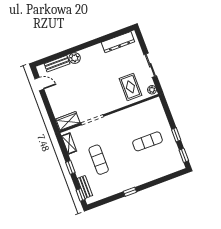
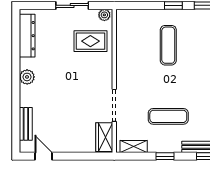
plant: (75, 58) -> (27, 77), moved
door: (39, 84) -> (43, 156), hinge flipped

